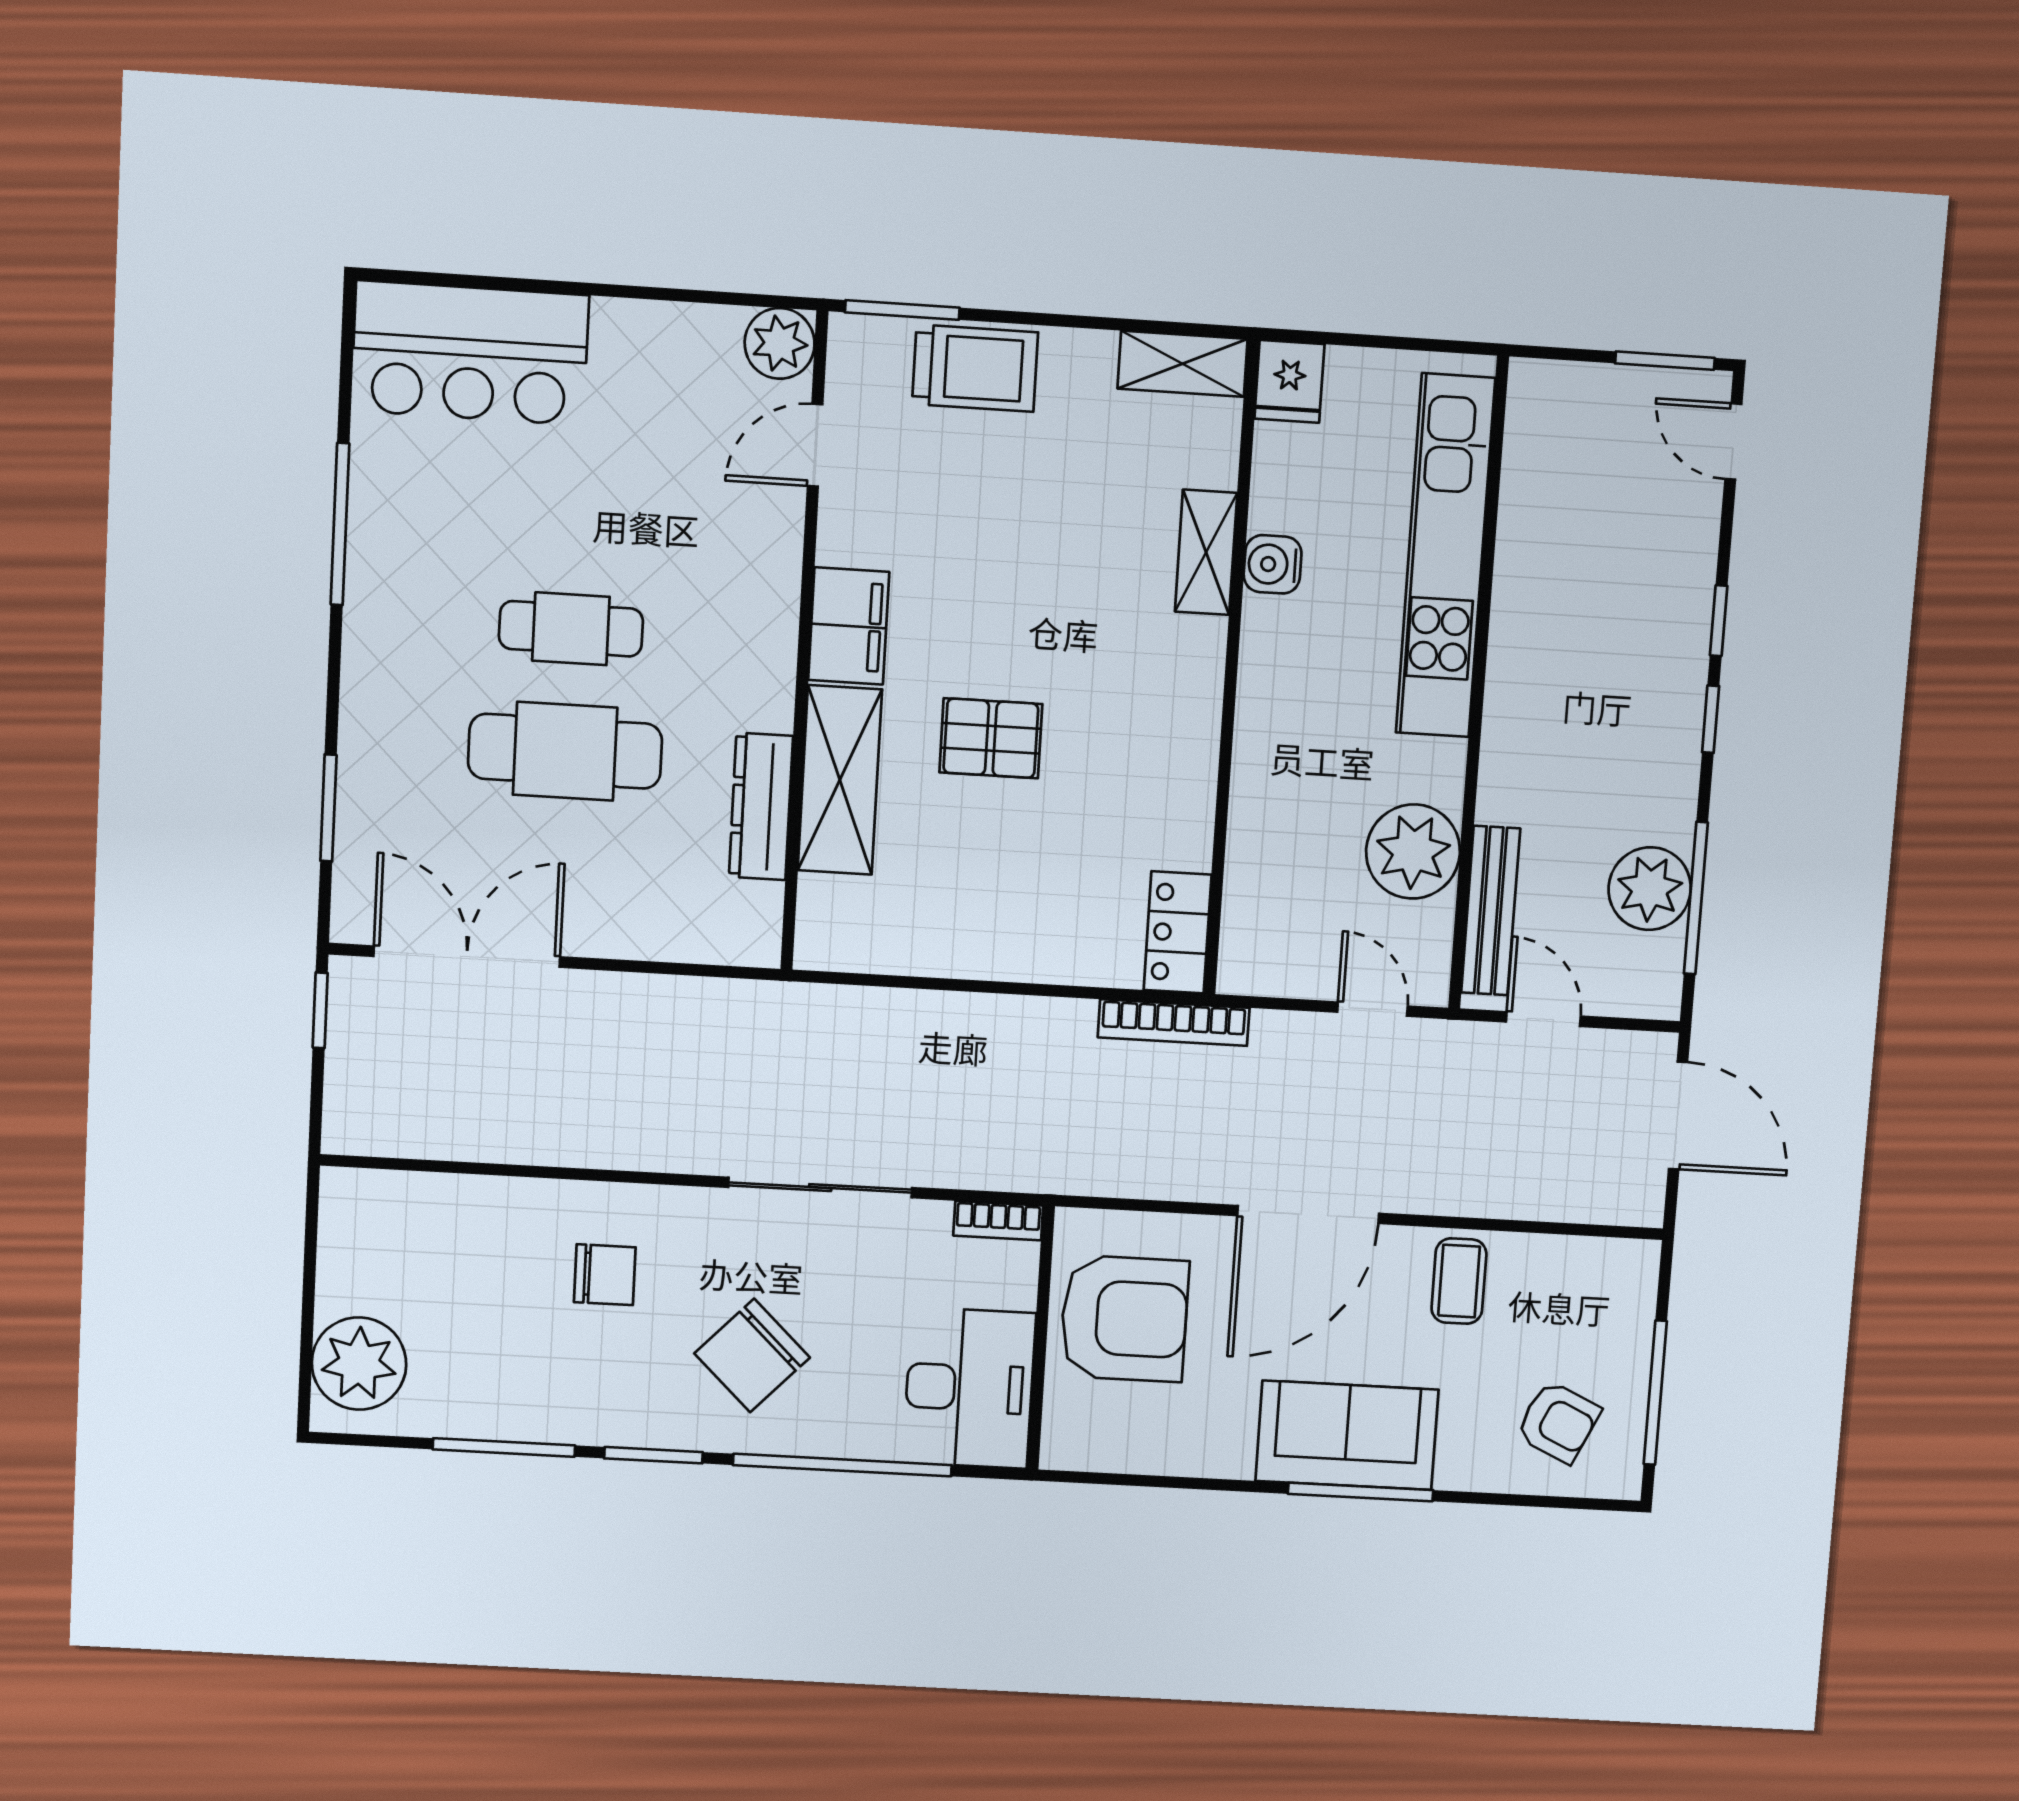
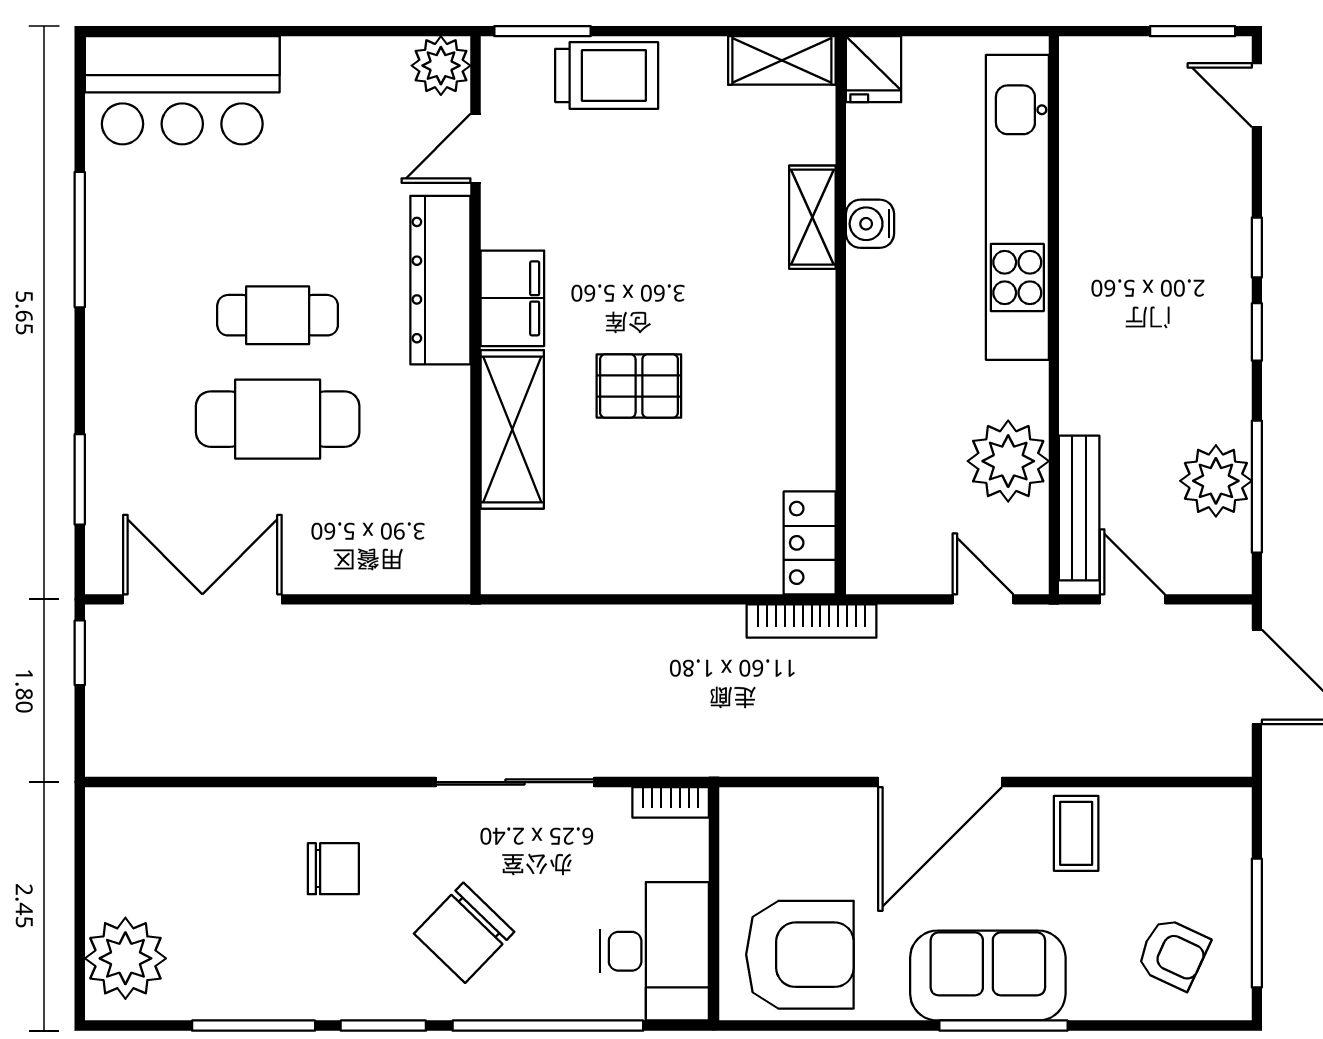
dresser: (761, 806) -> (440, 280), moved, width x1.37, depth x1.24
armchair: (1124, 1318) -> (800, 955), moved

